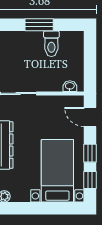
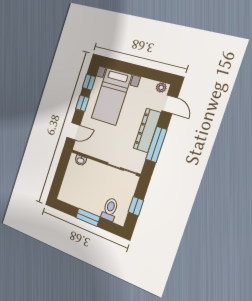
toilet: (51, 44) -> (110, 209), moved
door: (90, 117) -> (73, 131), hinge flipped

